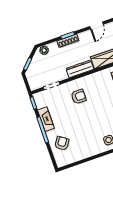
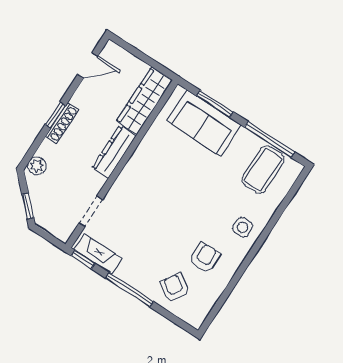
door: (96, 25) -> (88, 65), hinge flipped
armchair: (79, 97) -> (205, 258), moved
fireplace: (46, 119) -> (98, 254), moved

